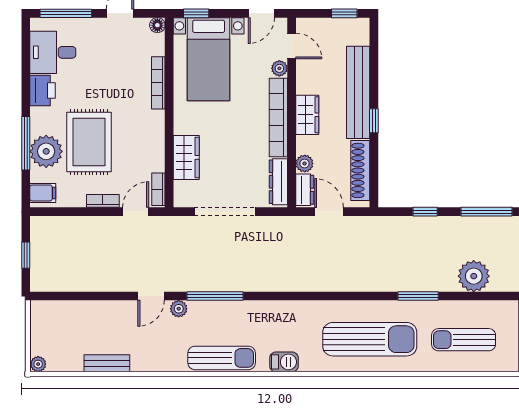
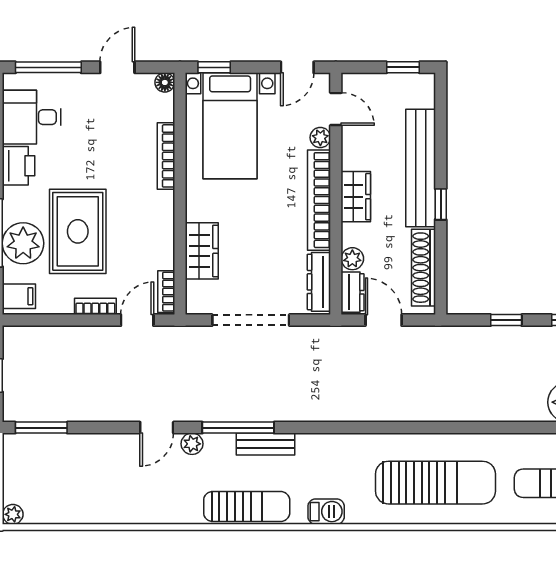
window: (418, 296) -> (41, 428), moved
bench: (107, 363) -> (266, 444), moved

